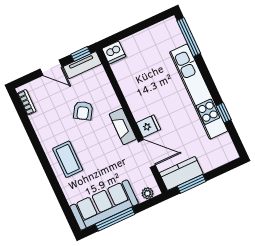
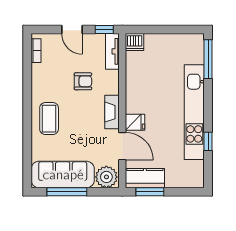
tv unit: (82, 65) -> (112, 51), moved, turned 90
armchair: (83, 111) -> (83, 81), turned -122
plant: (147, 193) -> (106, 177), width x1.88, depth x1.88

